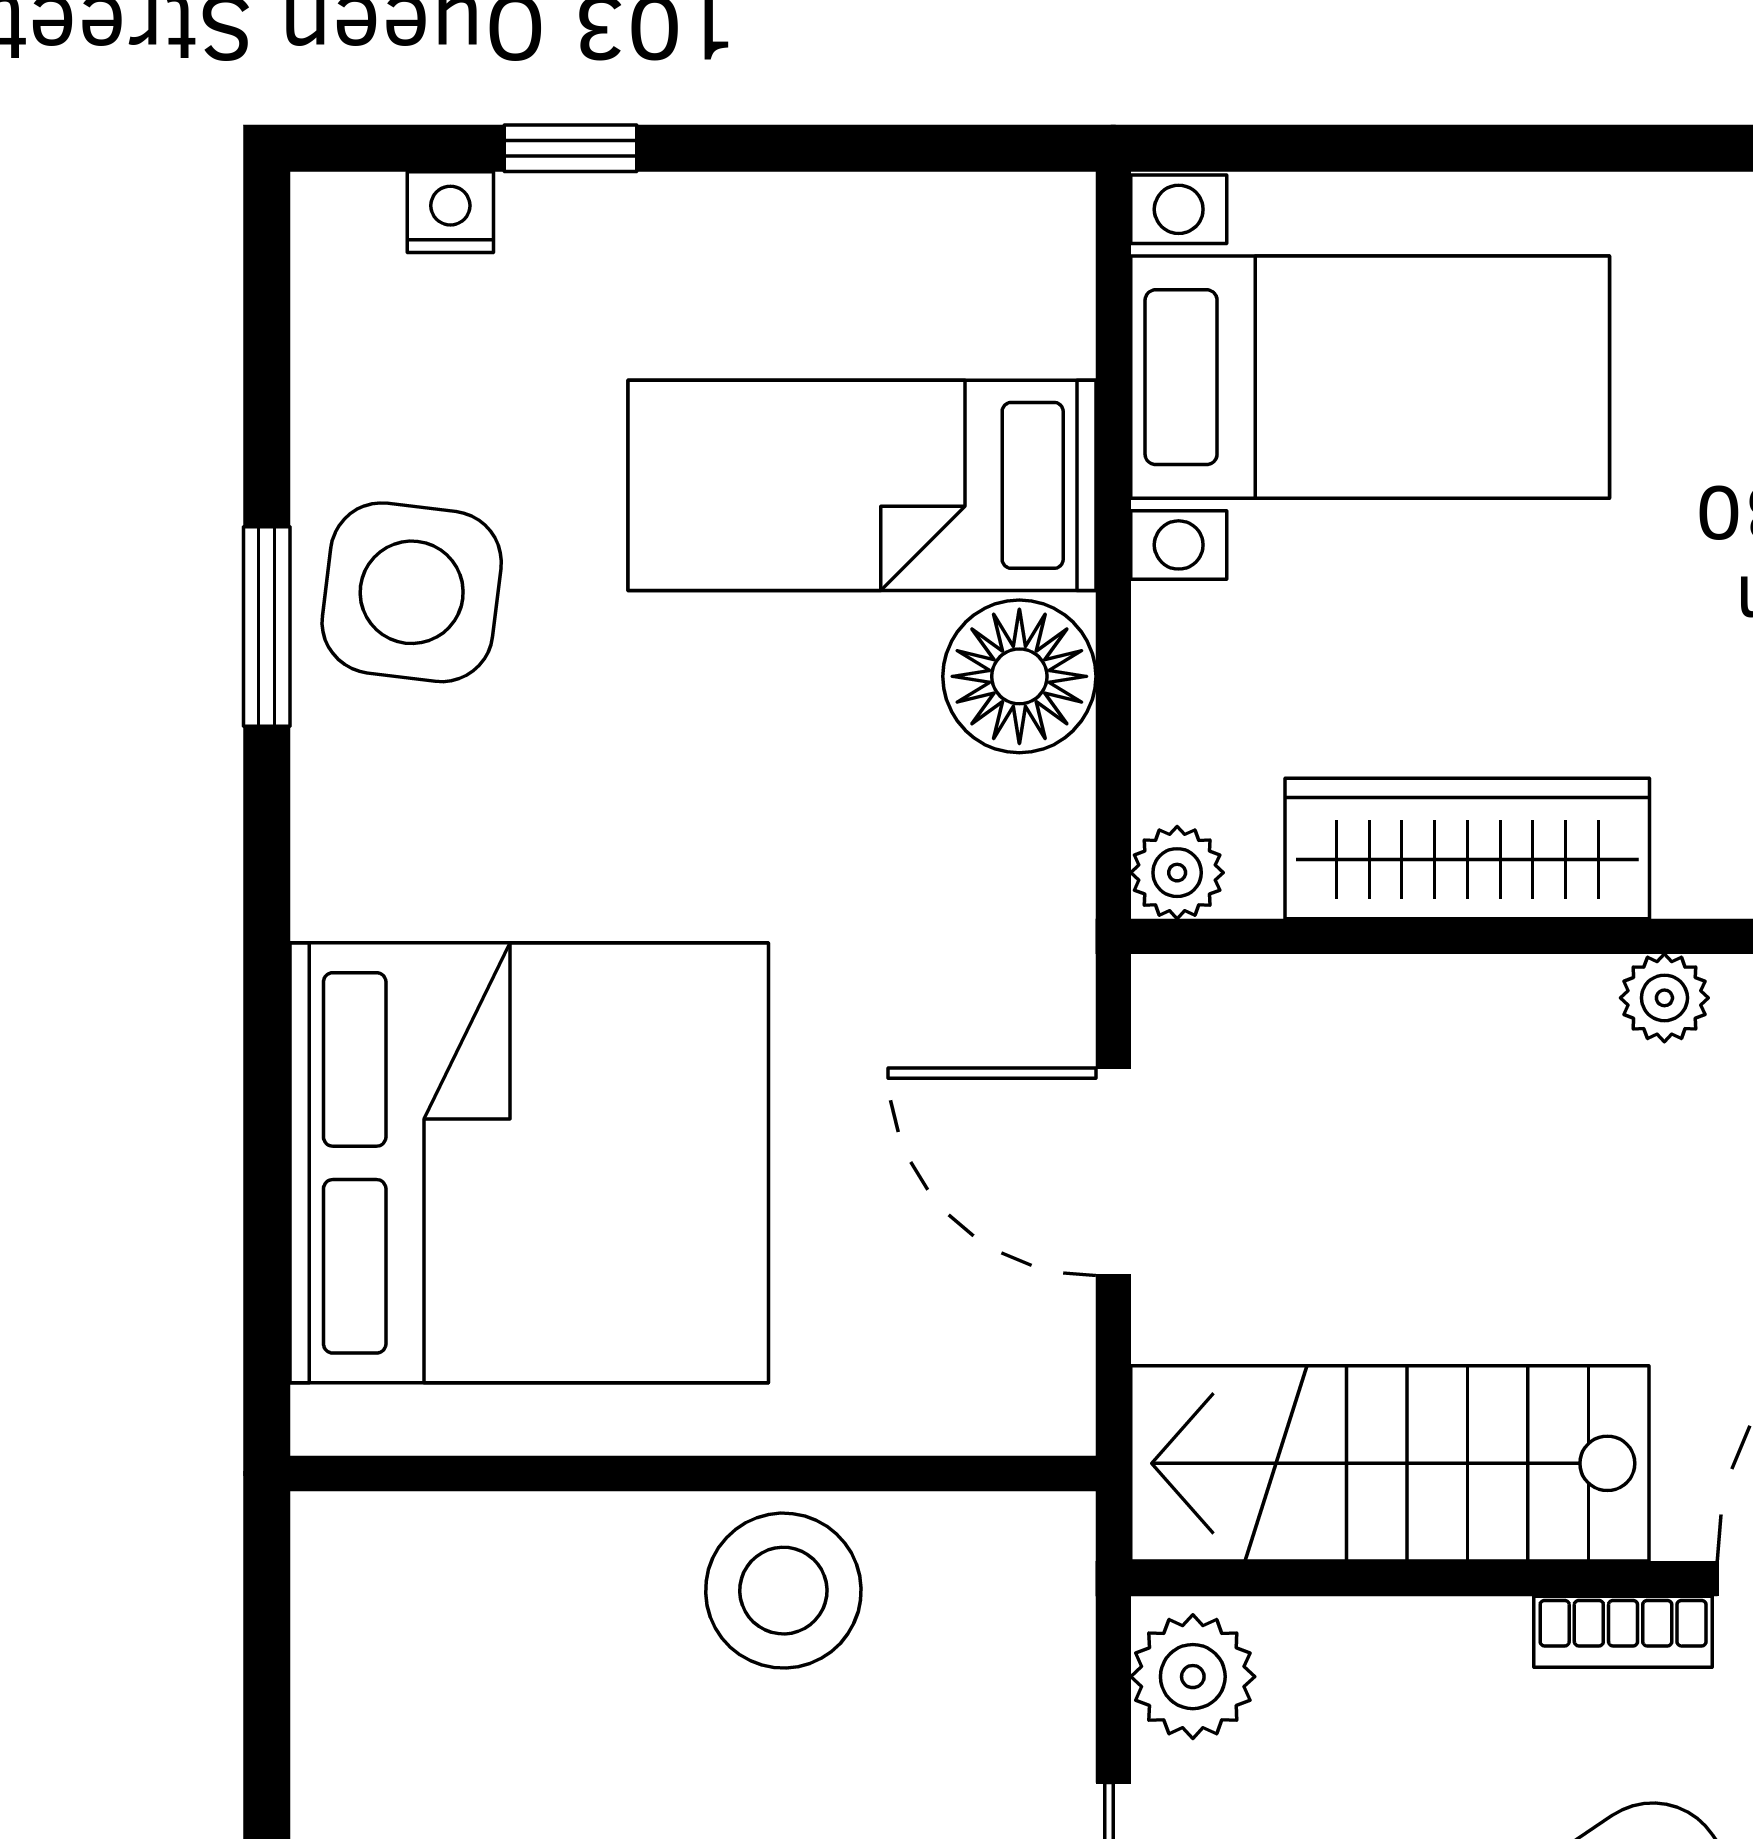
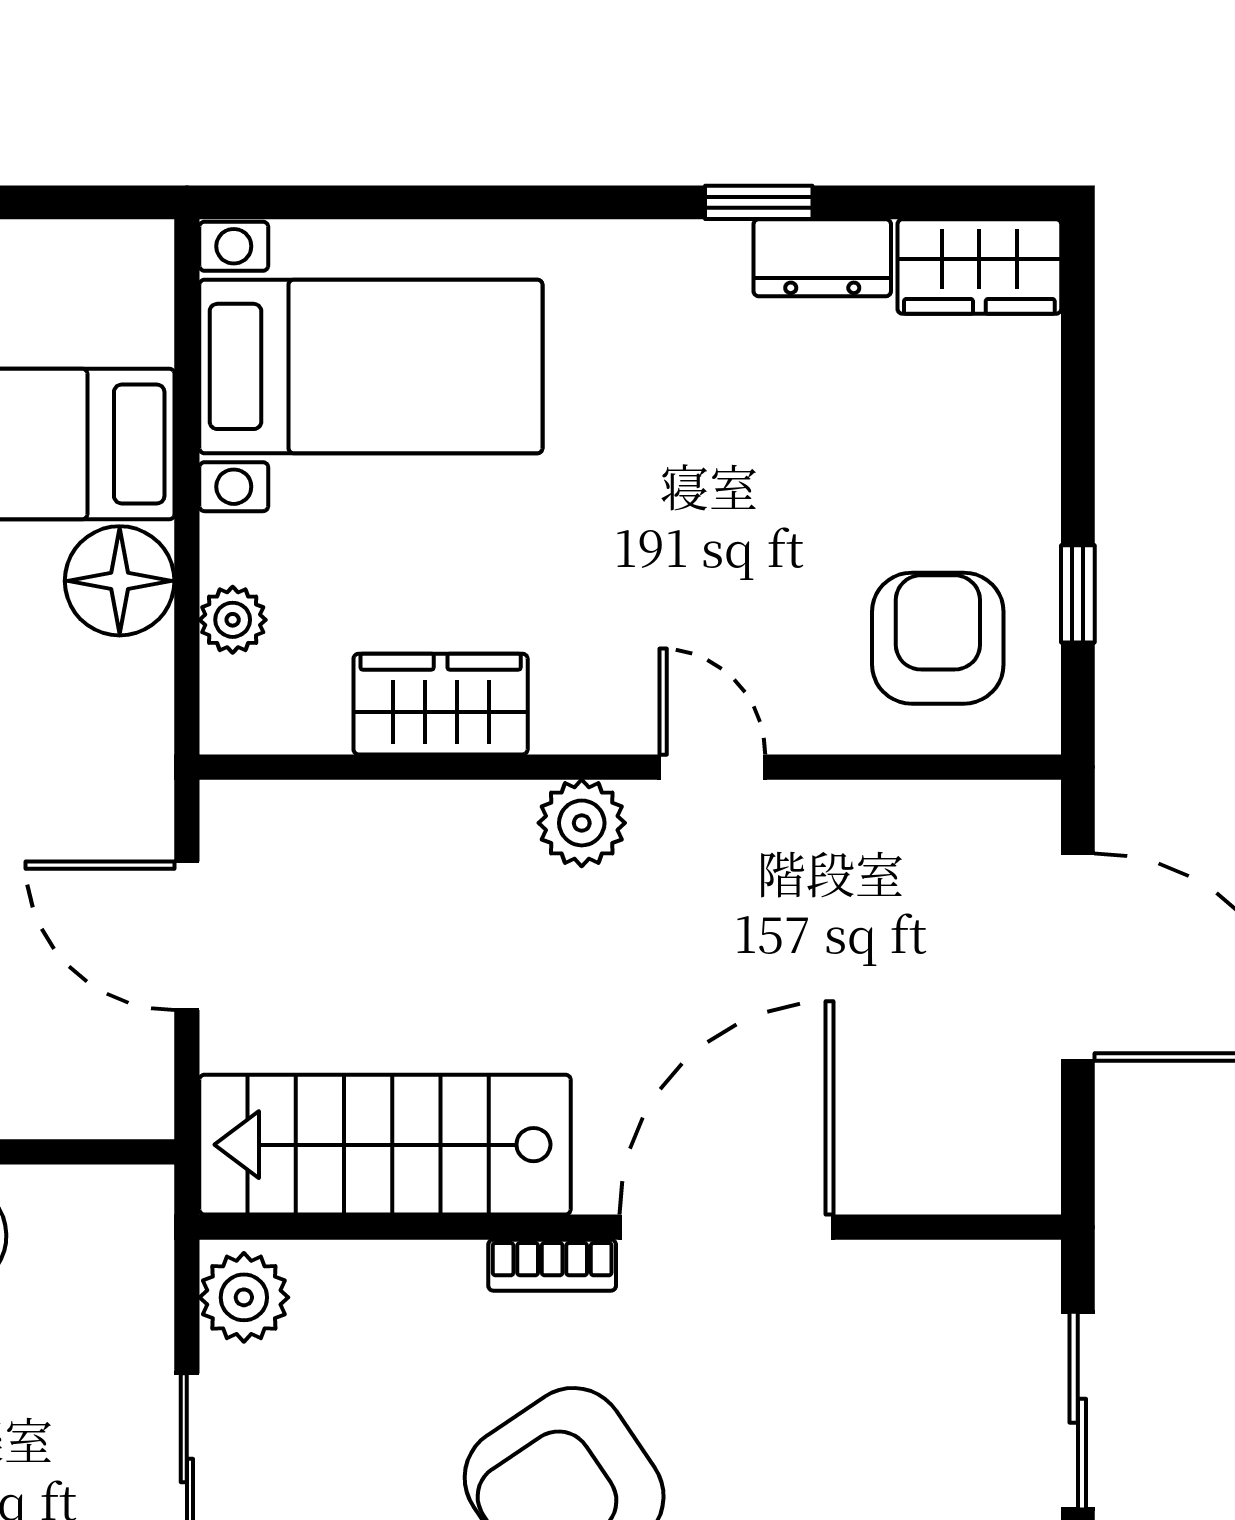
wardrobe: (1467, 848) -> (441, 704), width x0.67
plant: (1177, 873) -> (233, 620), moved
plant: (1664, 998) -> (582, 823), width x1.38, depth x1.38

